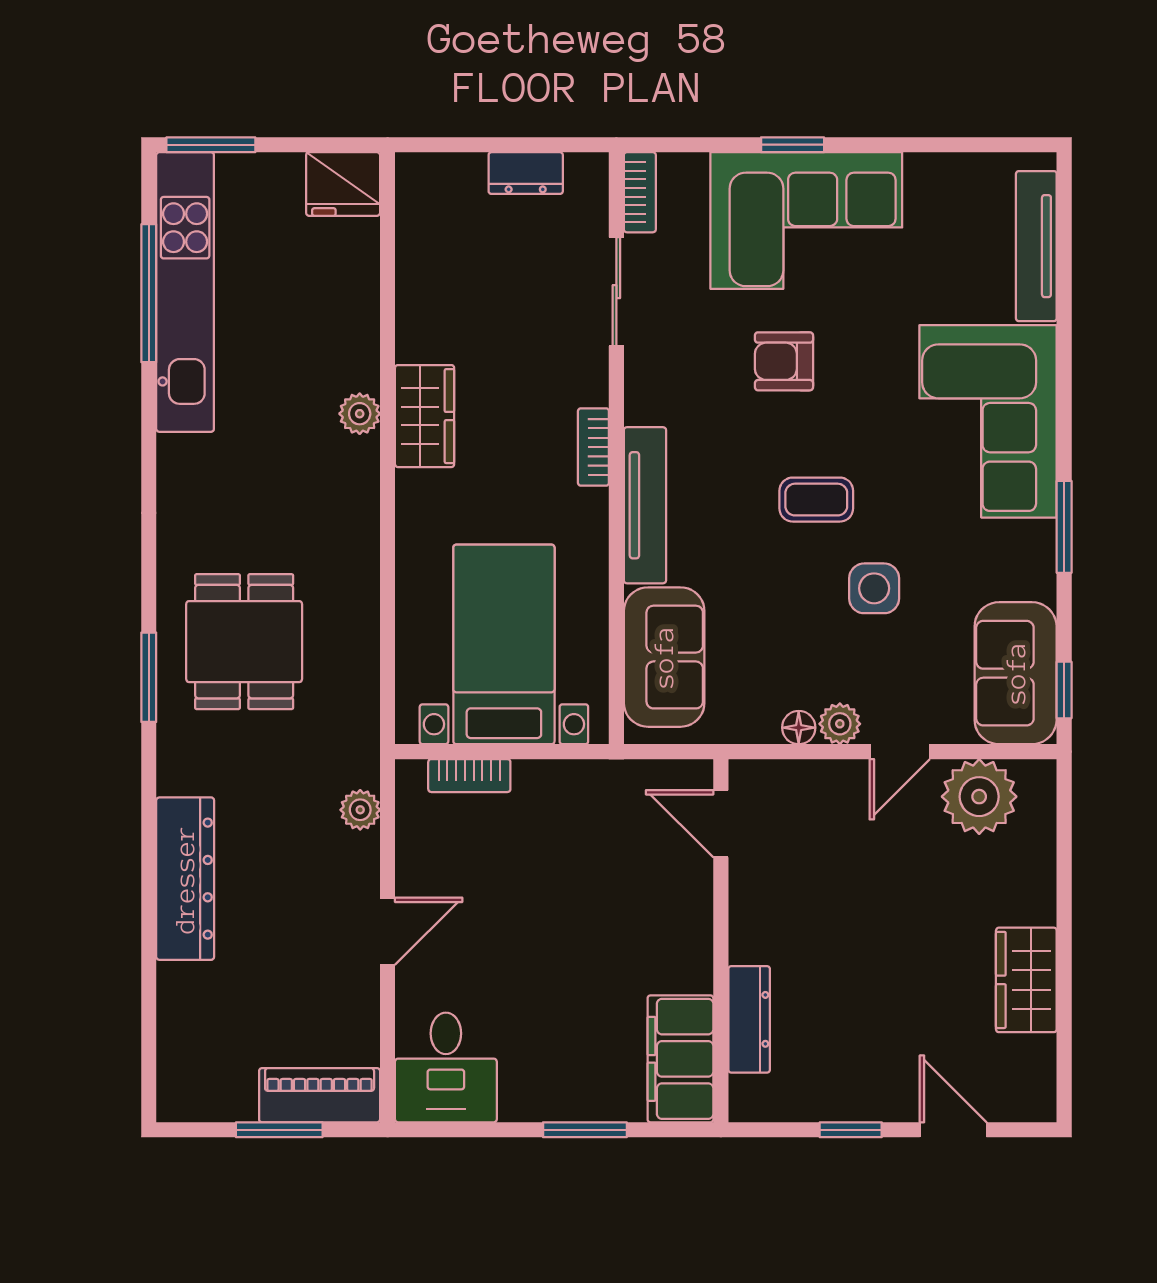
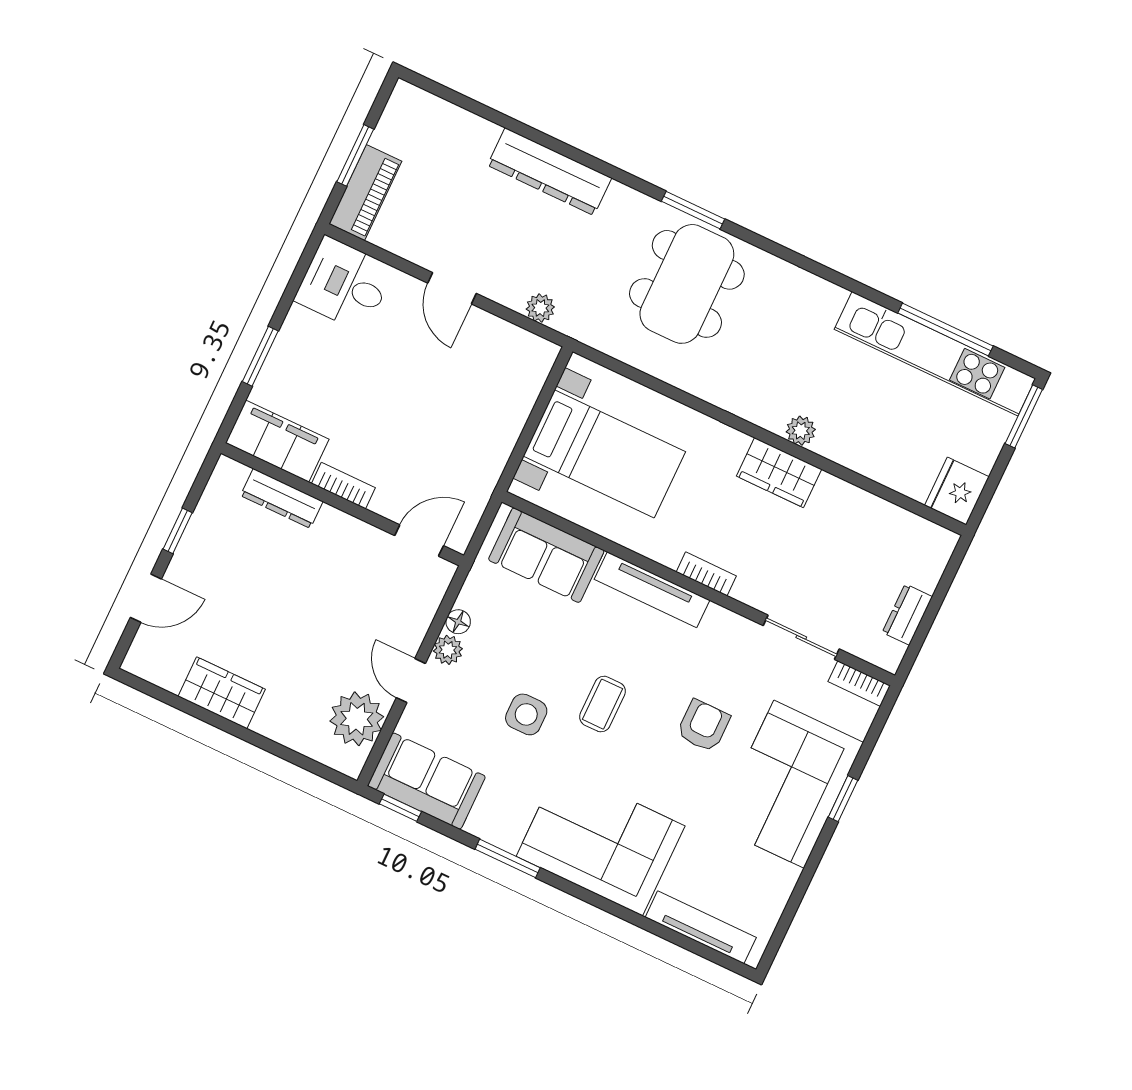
dining table: (244, 642) -> (687, 284), width x1.38
bookcase: (469, 776) -> (343, 486), moved, turned 90

